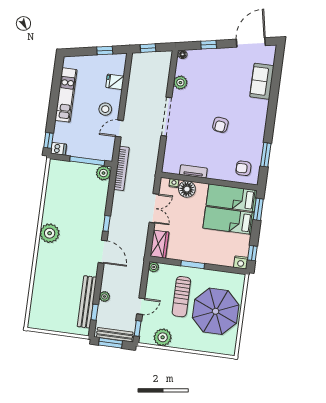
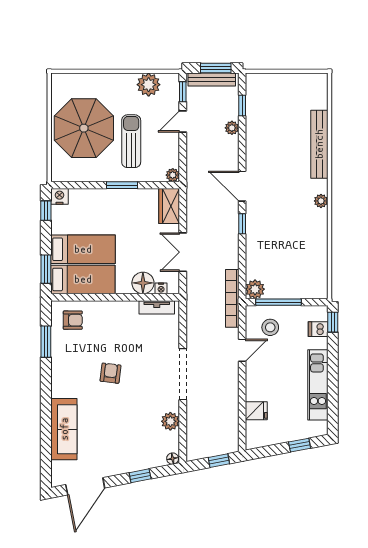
window: (105, 50) -> (300, 445), moved
sofa: (262, 81) -> (64, 429), width x1.36
stool: (105, 109) -> (270, 327), moved
dishwasher: (59, 149) -> (318, 329), moved
tv unit: (193, 171) -> (157, 307), moved
plant: (50, 233) -> (321, 201), width x0.53, depth x0.53
bench: (87, 302) -> (319, 144), moved

